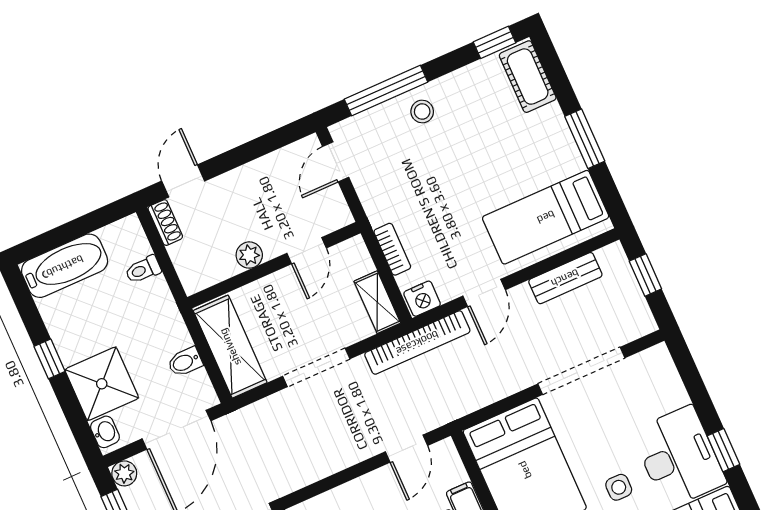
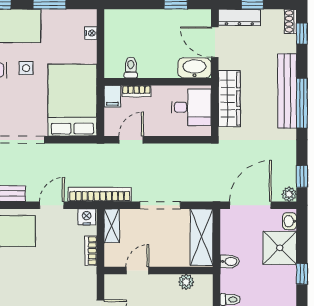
plant: (249, 255) -> (186, 282), moved
bidet: (185, 362) -> (230, 261), moved

